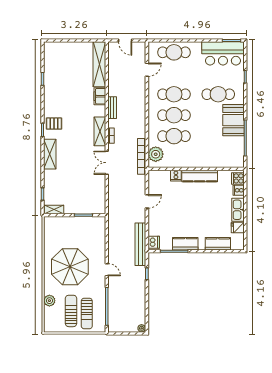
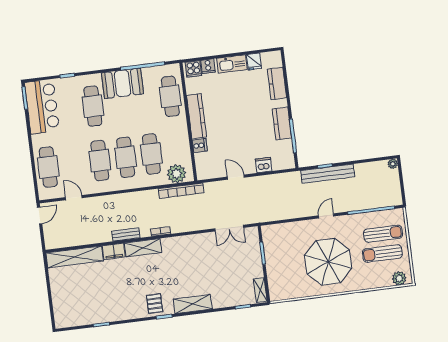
door: (125, 40) -> (40, 215), moved
shelving: (100, 131) -> (143, 248), moved
cafe table: (218, 157) -> (170, 96), added
double door: (107, 163) -> (229, 228), moved
dishwasher: (154, 242) -> (264, 165), moved
bench: (140, 244) -> (328, 174), moved
plant: (49, 301) -> (399, 278), moved

